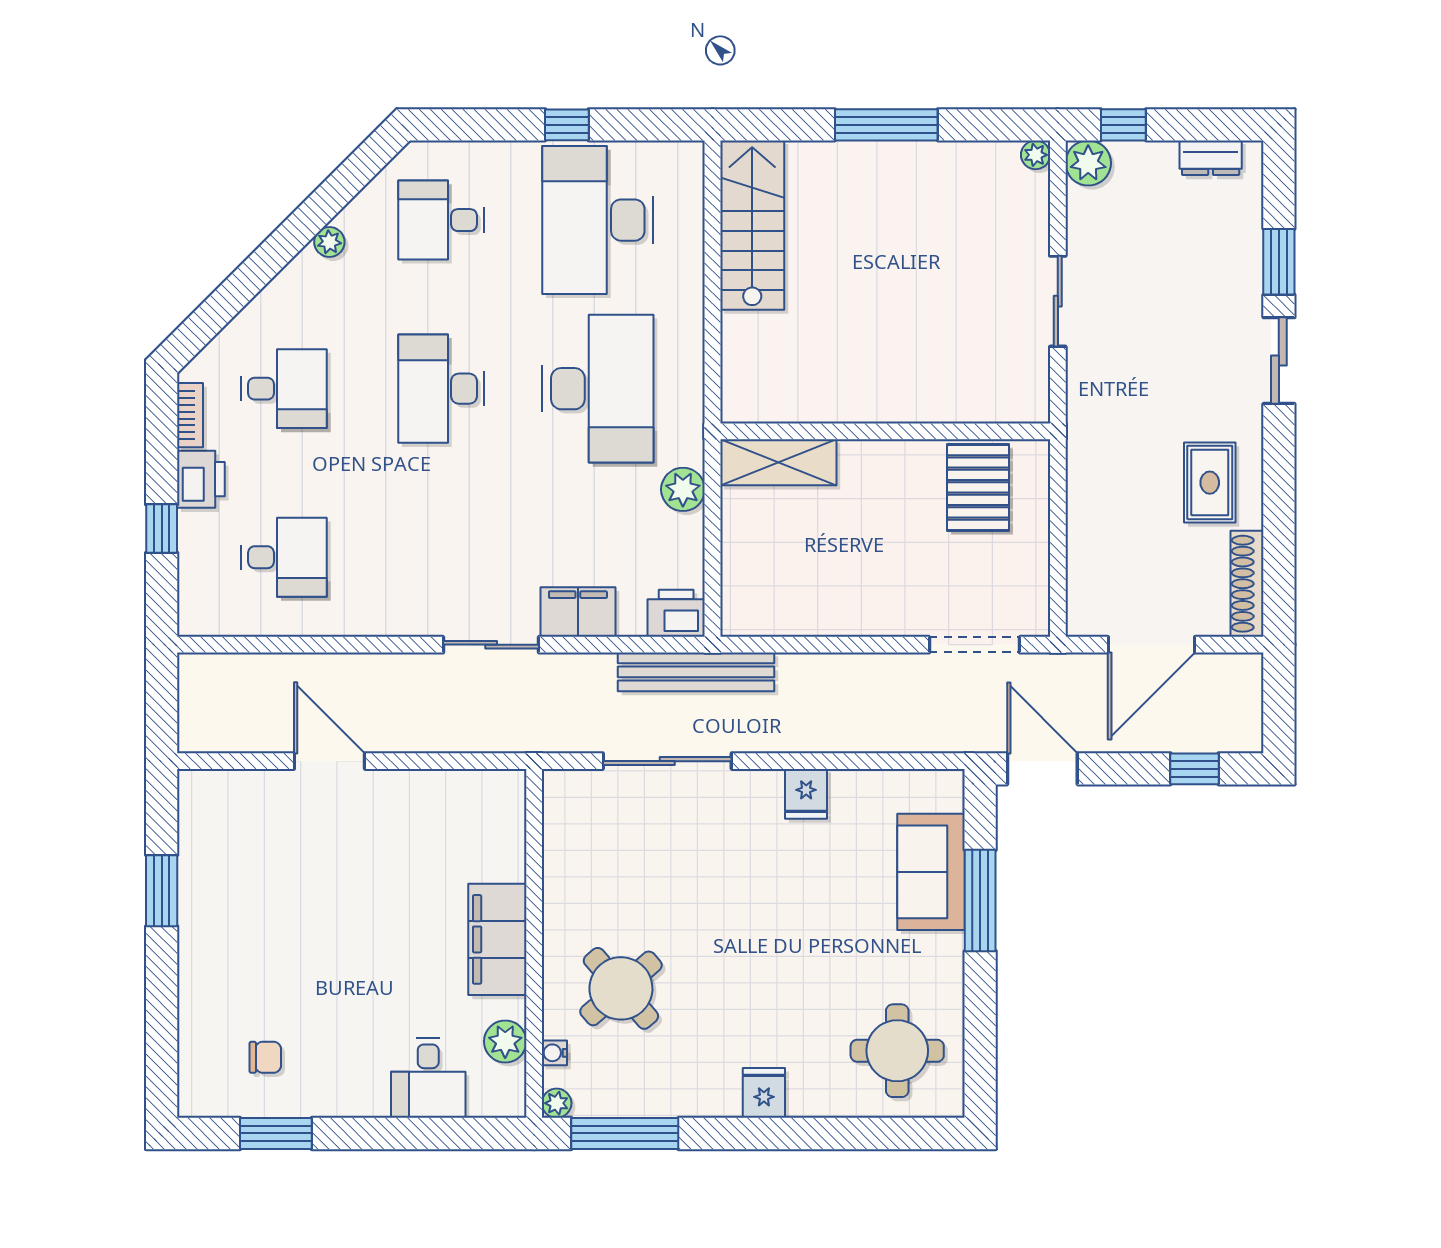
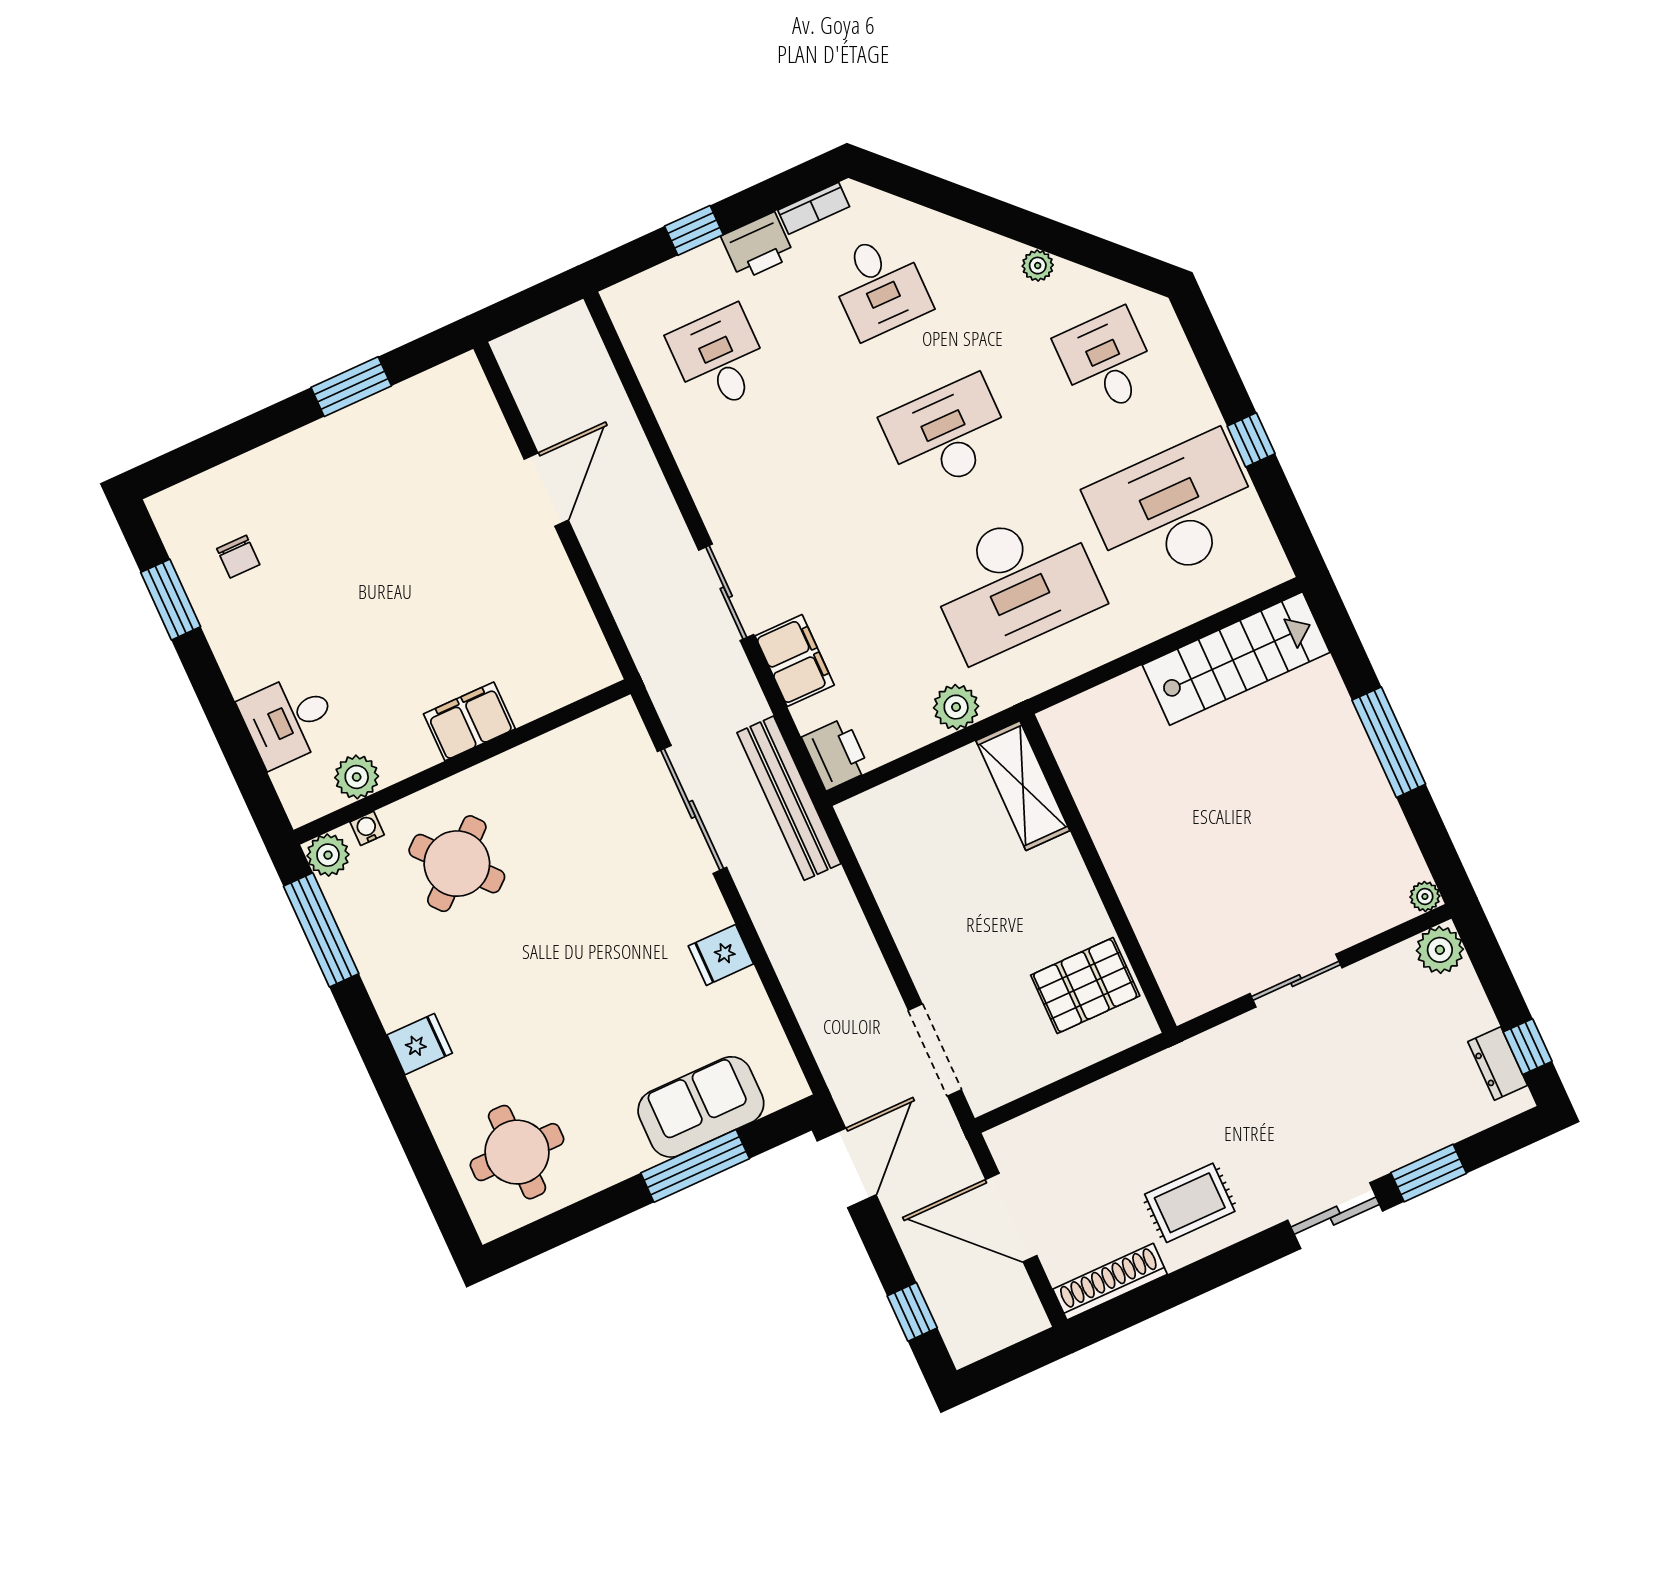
window: (1123, 125) -> (1528, 1047), moved
desk: (284, 557) -> (720, 359), turned 180
filing cabinet: (497, 939) -> (469, 721), width x0.67, depth x0.86
plant: (557, 1103) -> (328, 855), width x1.38, depth x1.38

